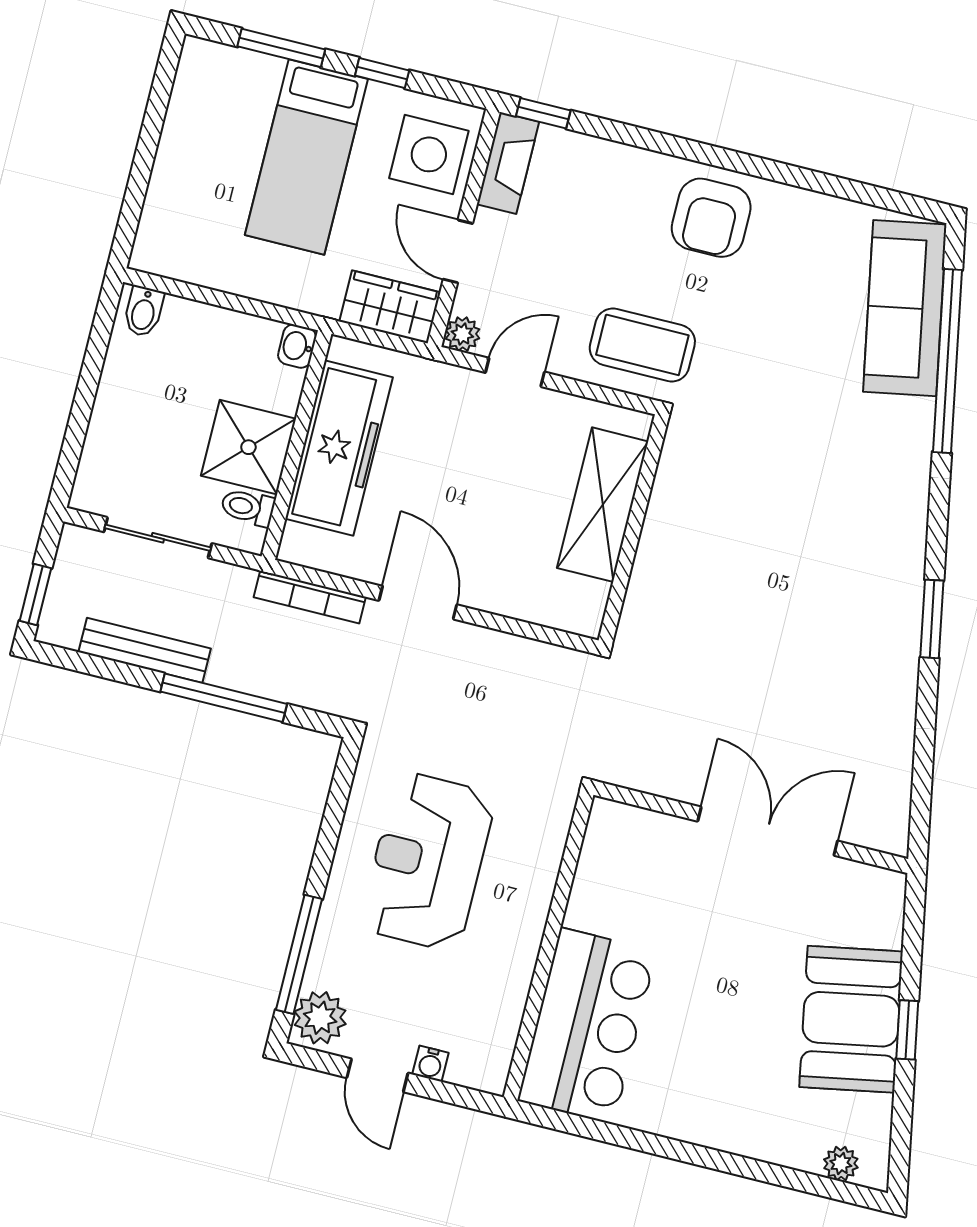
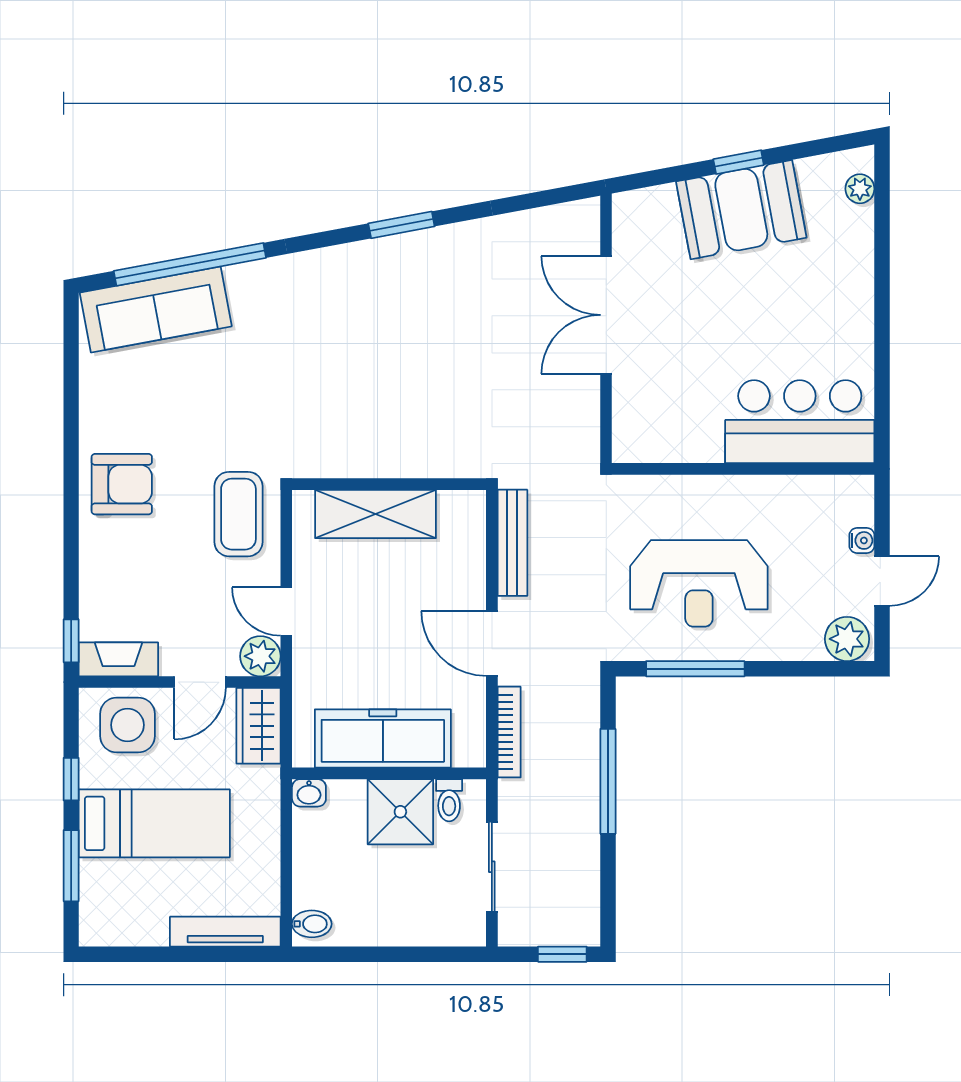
tv unit: (160, 208) -> (225, 932), added
plant: (462, 334) -> (260, 656), width x1.38, depth x1.38
door: (418, 603) -> (492, 644), hinge flipped
bench: (145, 650) -> (512, 543), moved
window: (299, 954) -> (695, 669), moved

